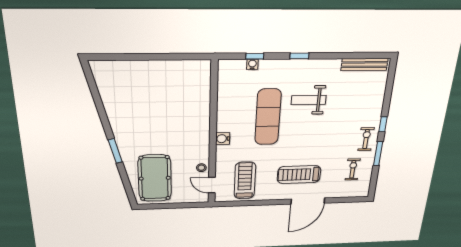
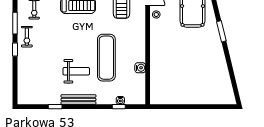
window: (299, 56) -> (55, 107), moved
bench: (364, 65) -> (78, 99), moved
water cooler: (223, 139) -> (140, 68), moved

